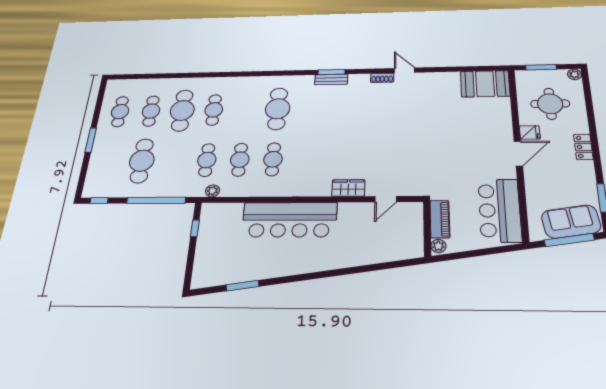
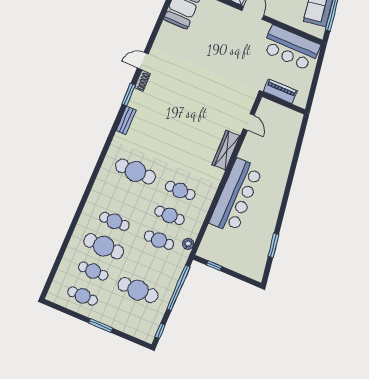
window: (332, 72) -> (129, 94), moved
wardrobe: (348, 188) -> (226, 150), width x1.50
plant: (438, 246) -> (300, 101), removed

